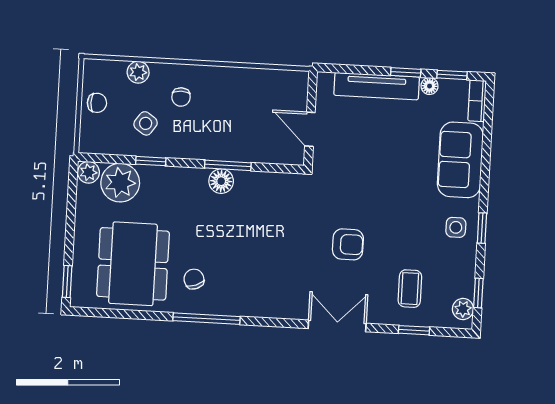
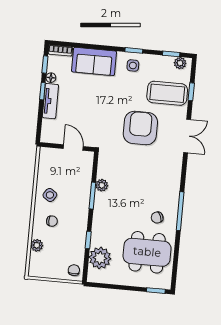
tv unit: (377, 86) -> (50, 101), width x0.71
chair: (97, 103) -> (74, 270), moved
side table: (146, 123) -> (50, 195), moved
door: (310, 129) -> (73, 147), swing flipped
plant: (88, 172) -> (102, 185), moved
floor lamp: (221, 181) -> (101, 200), removed
armchair: (348, 244) -> (140, 128), width x1.88, depth x1.88
coffee table: (410, 289) -> (167, 93), width x1.86, depth x1.72
double door: (337, 326) -> (187, 136), swing flipped

